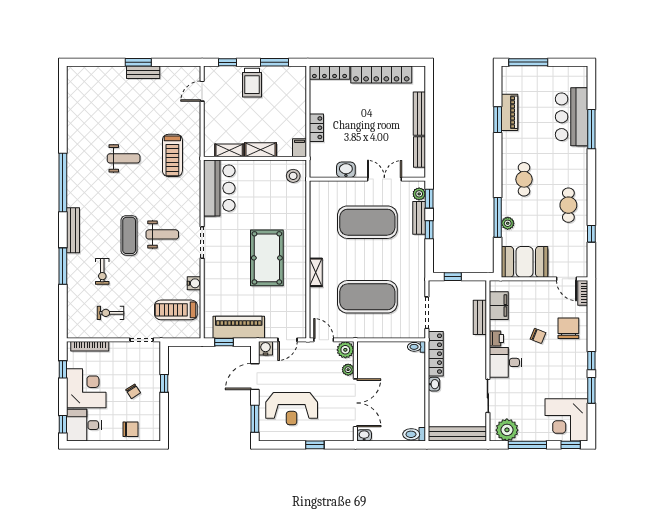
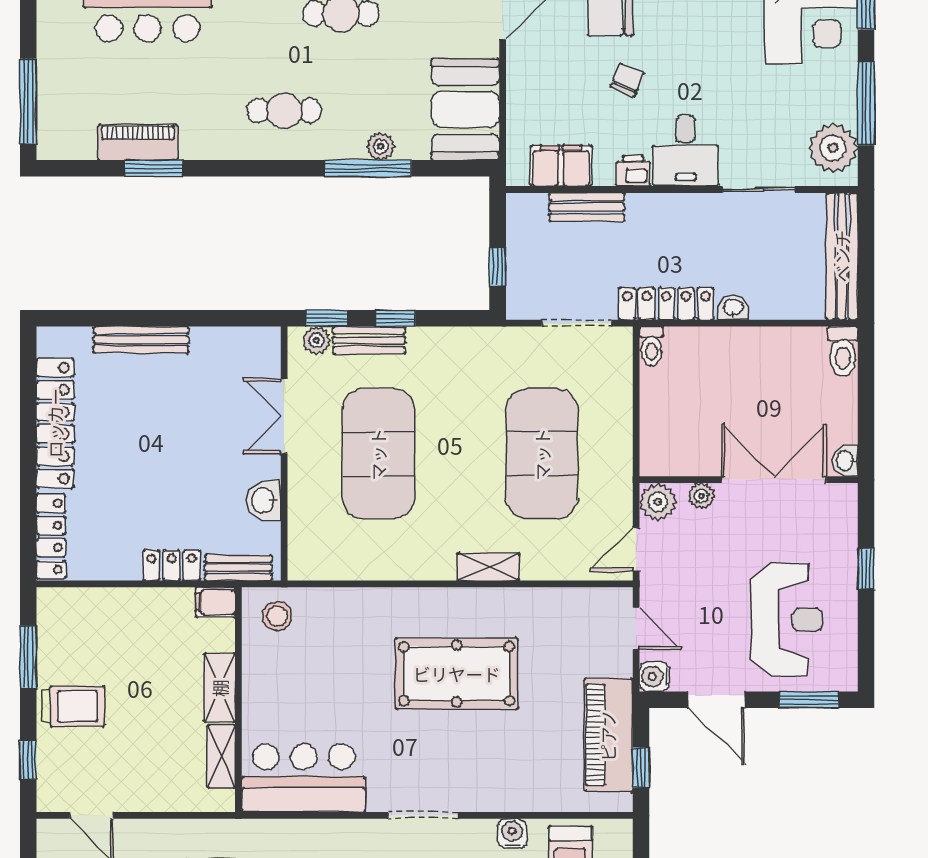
bench: (420, 152) -> (238, 568), moved

